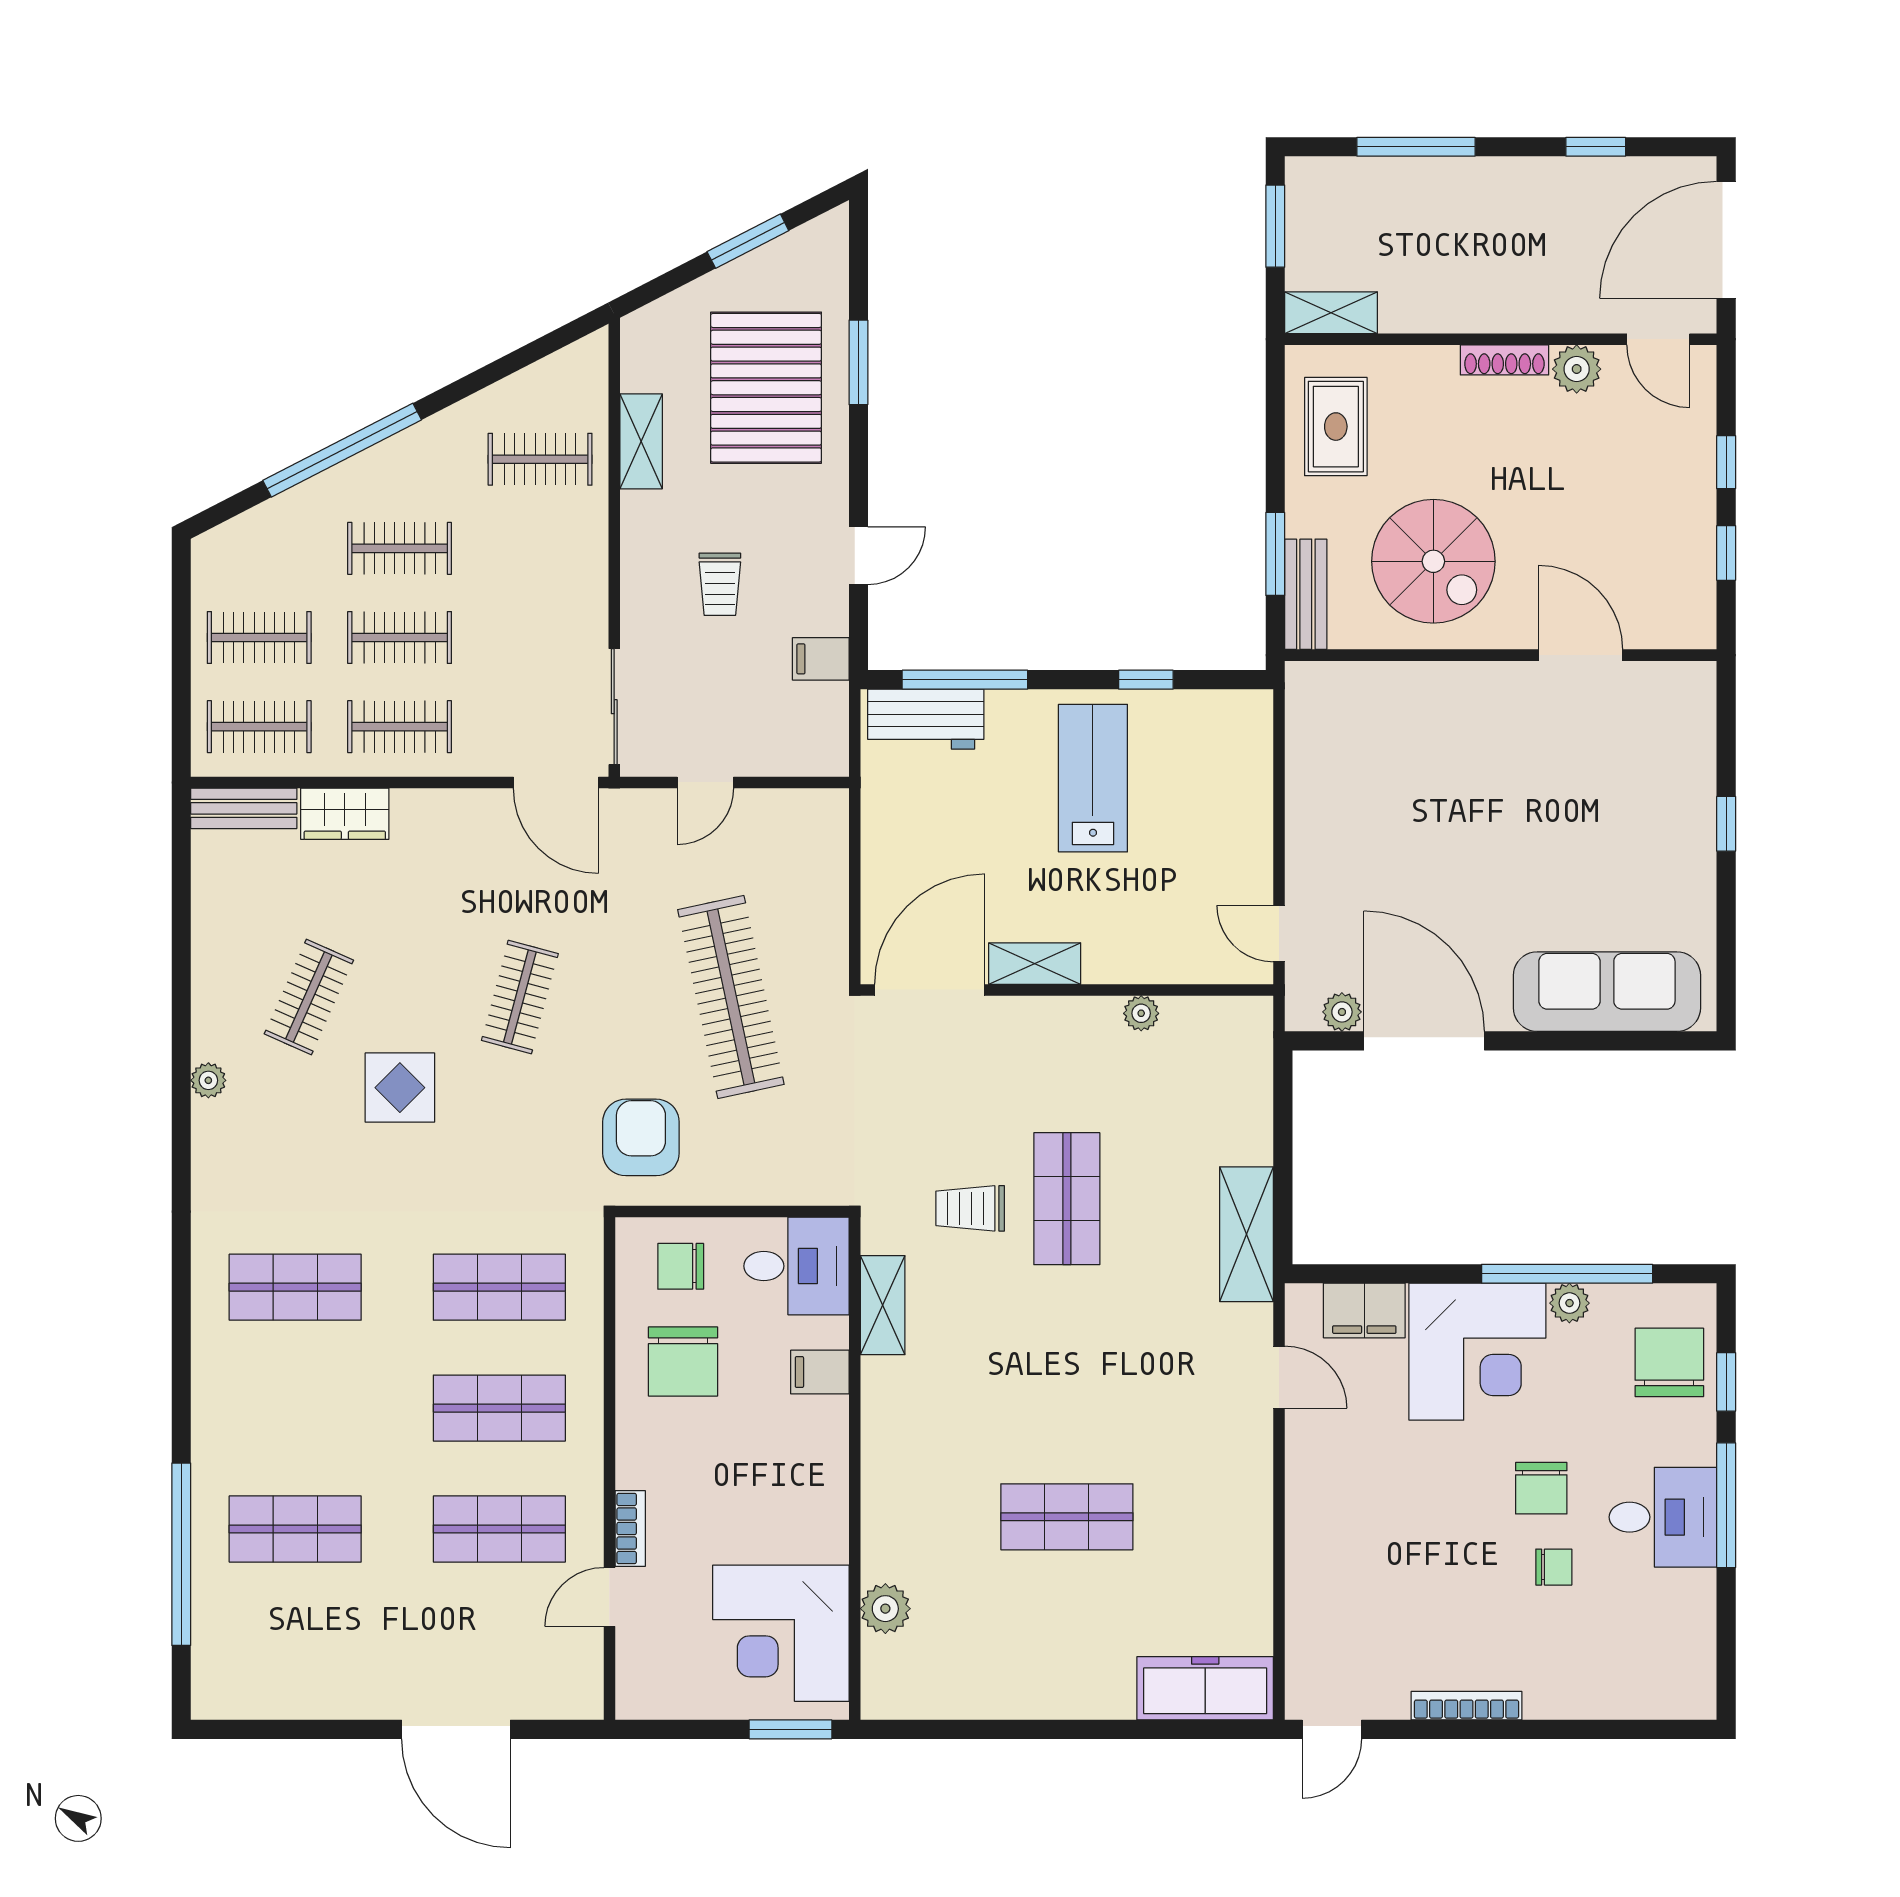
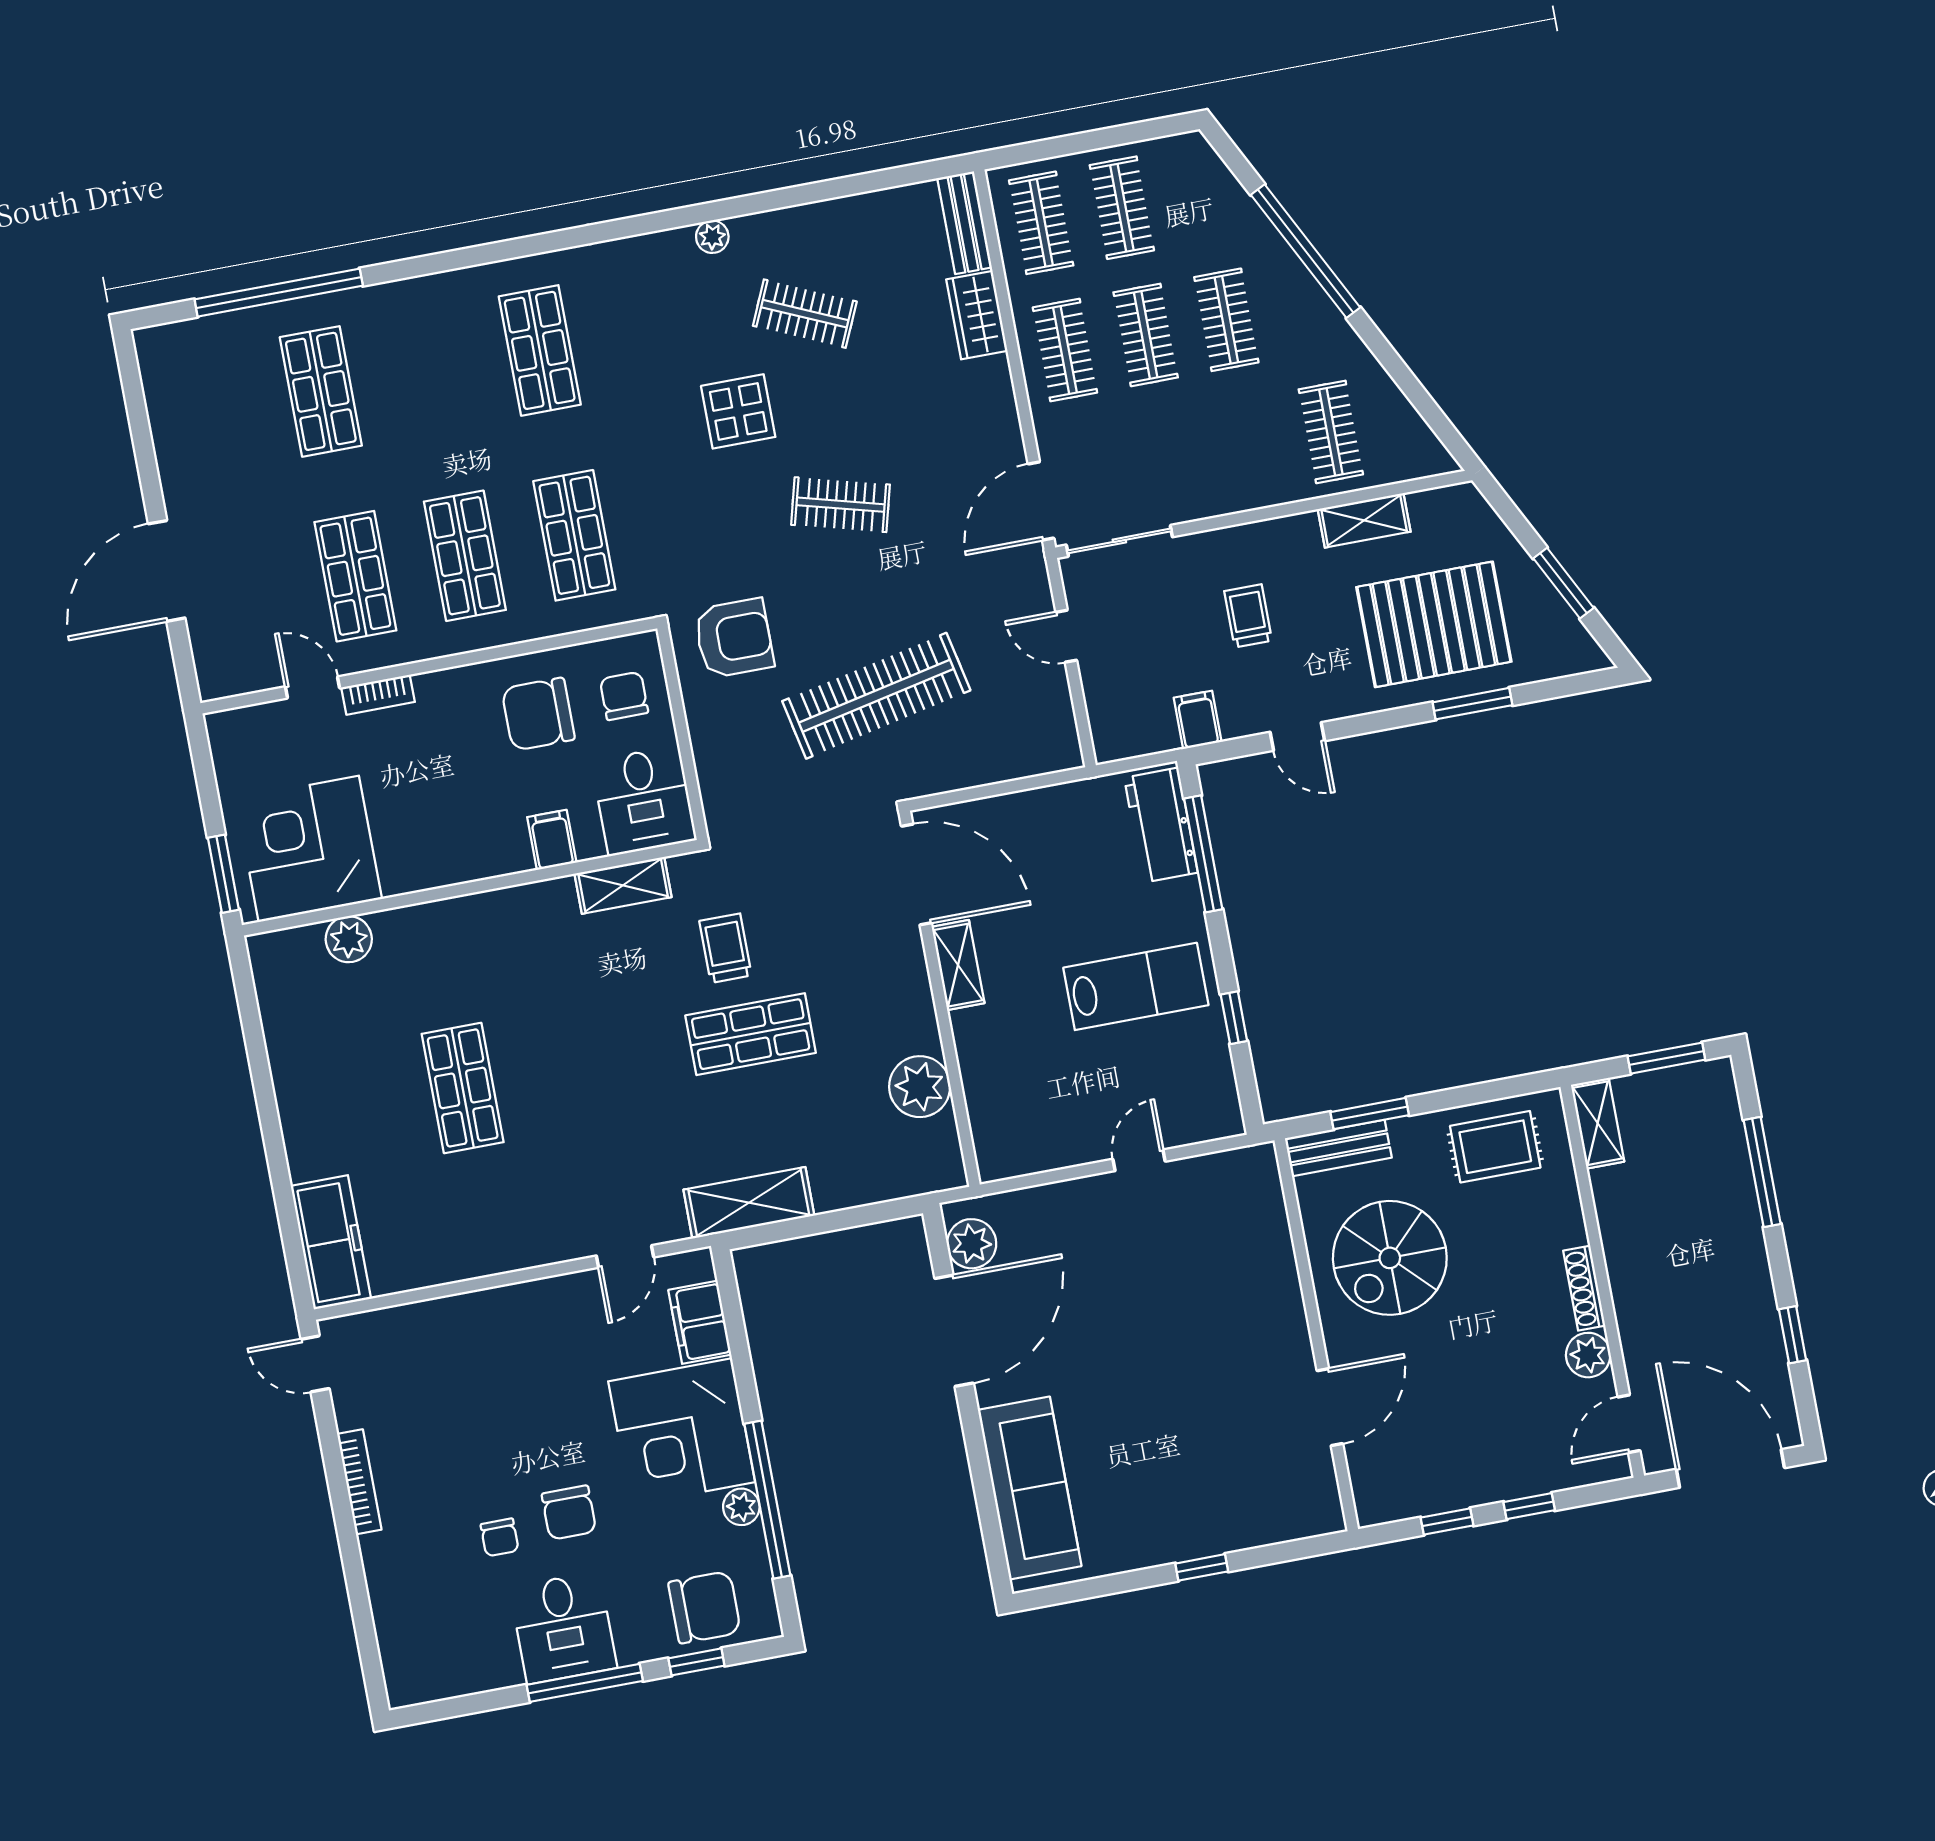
trolley: (720, 584) -> (1248, 616), turned 90
door: (1279, 934) -> (1139, 1160), moved
plant: (1342, 1012) -> (972, 1244), width x1.38, depth x1.38
plant: (1141, 1013) -> (920, 1087), width x1.87, depth x1.87
chair: (1541, 1488) -> (569, 1513), turned -90

